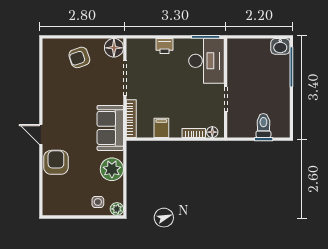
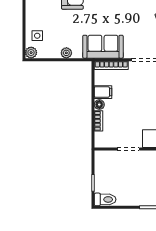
toilet: (263, 126) -> (105, 199), moved
floor lamp: (212, 132) -> (99, 105), moved
plant: (112, 169) -> (66, 53), width x0.53, depth x0.53

